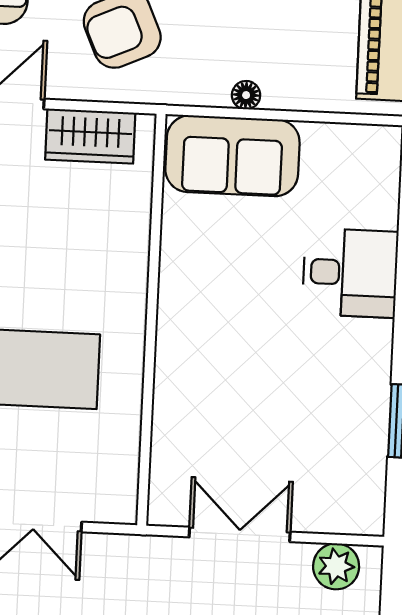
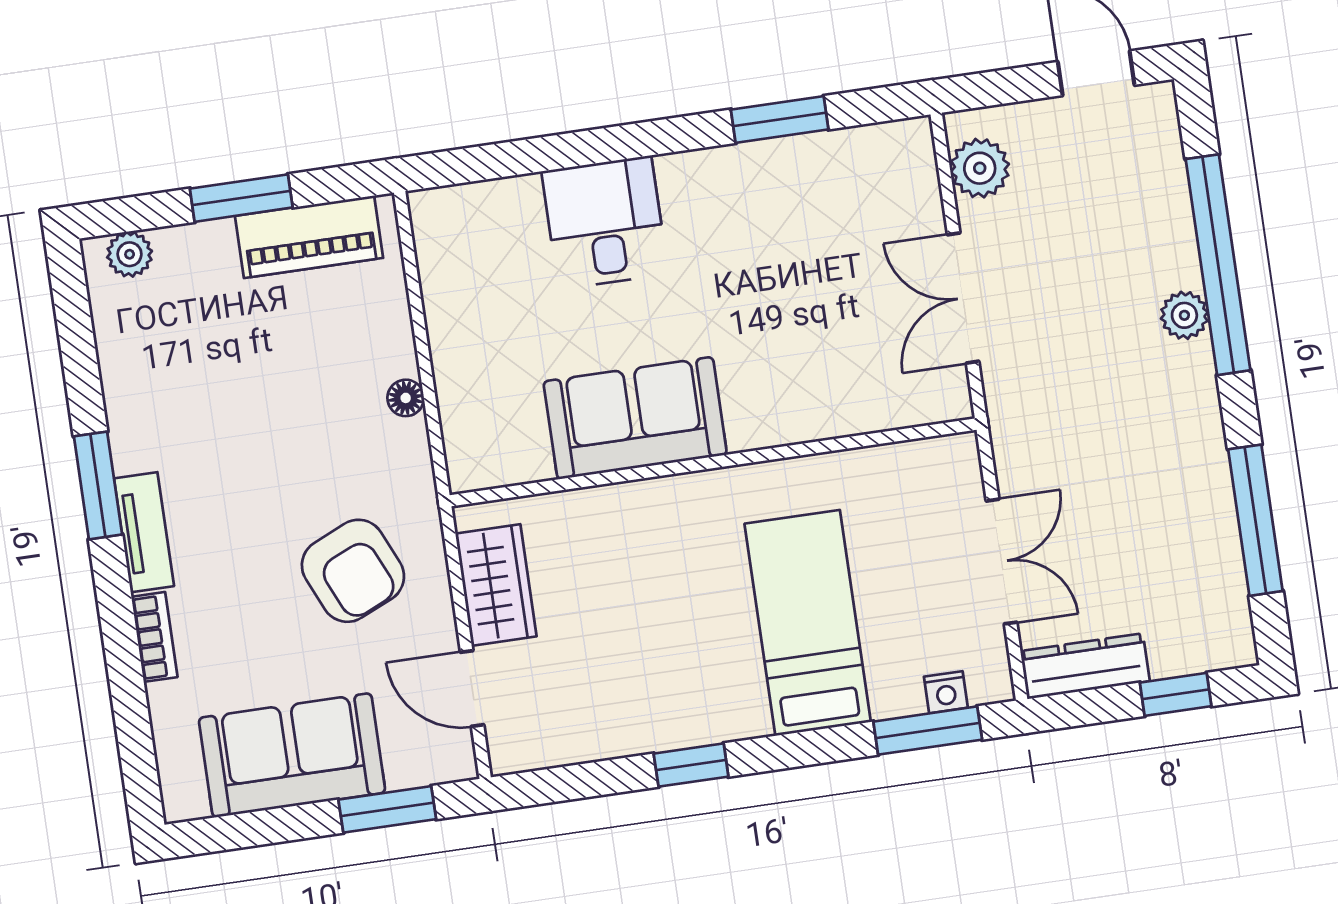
sofa: (232, 156) -> (635, 418), moved, turned -90

